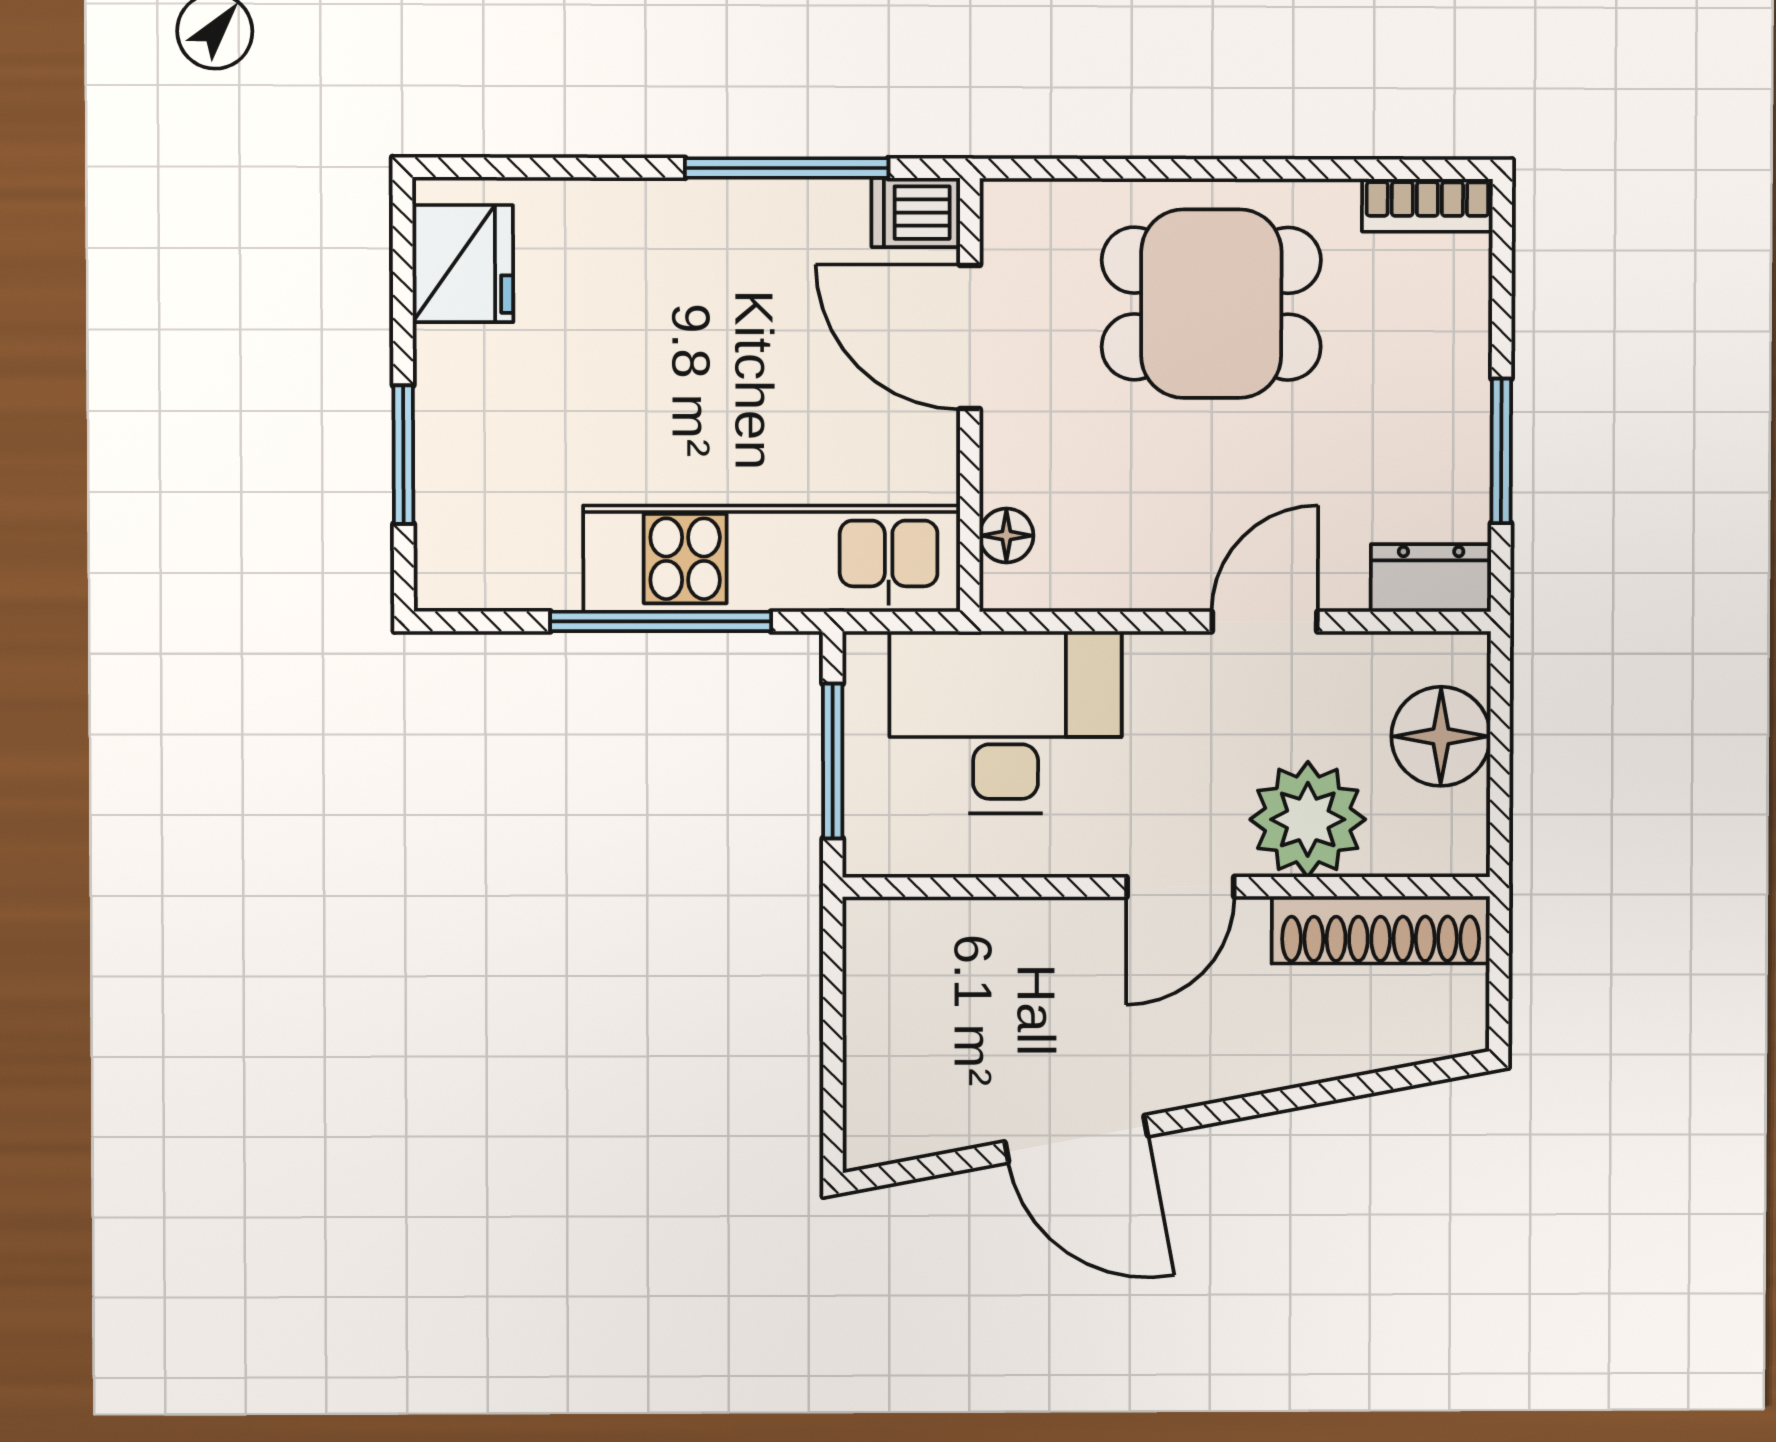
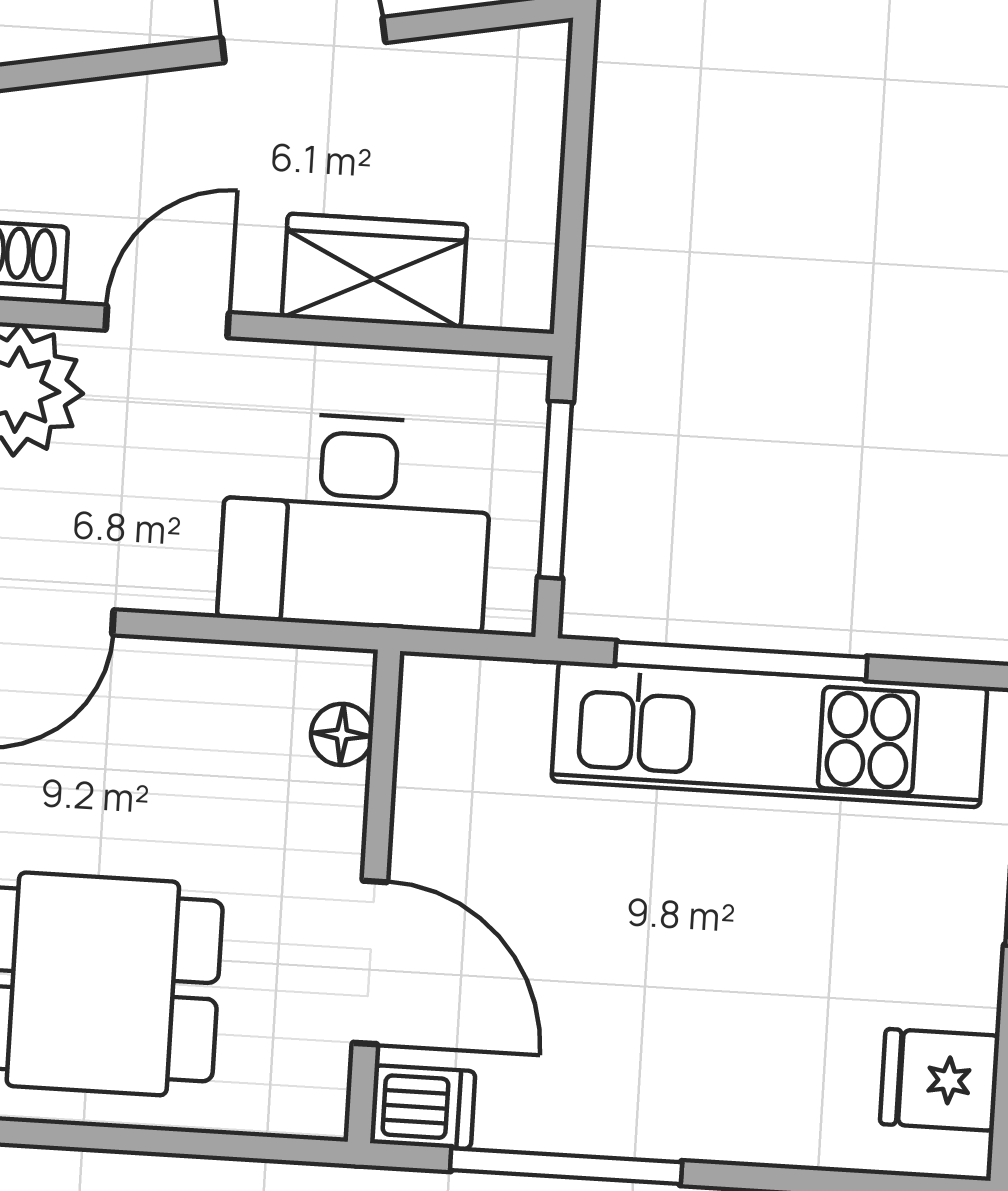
fridge: (463, 264) -> (940, 1080), width x0.72
kitchen unit: (772, 559) -> (769, 734), moved
wardrobe: (1003, 942) -> (374, 271), added

